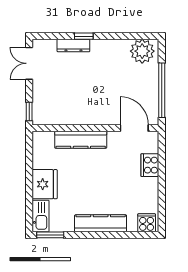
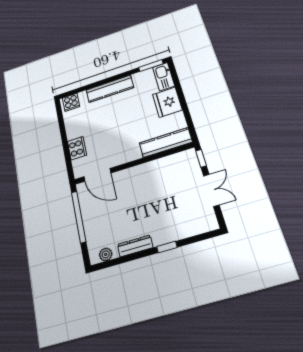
dresser: (73, 45) -> (135, 246), moved
plant: (142, 51) -> (106, 254), width x0.53, depth x0.53
double door: (29, 63) -> (211, 190), moved
kitchen counter: (81, 140) -> (166, 143), moved

